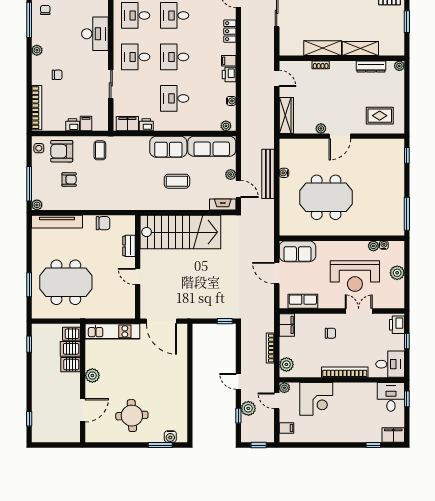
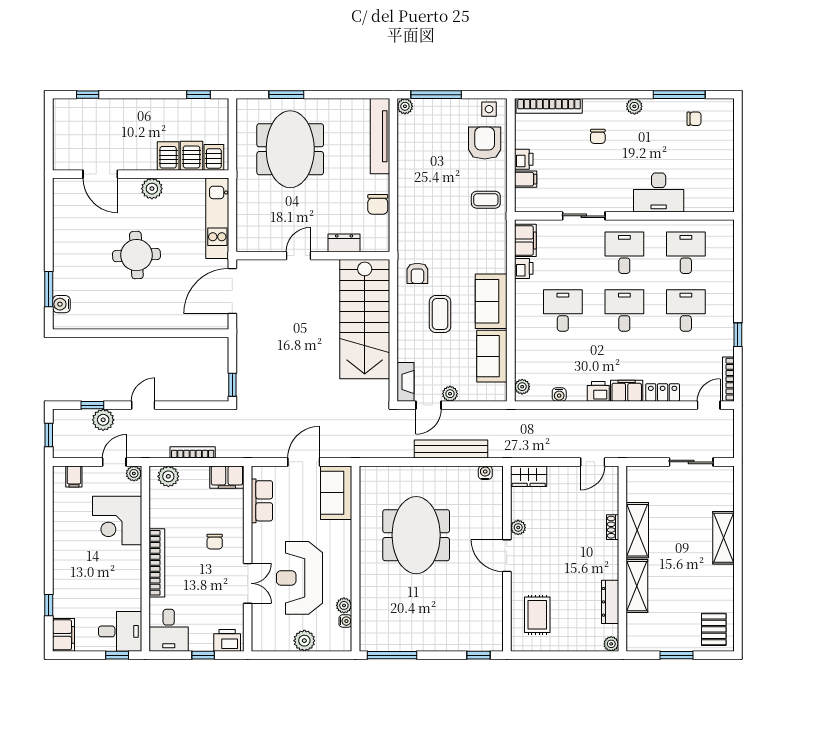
filing cabinet: (229, 61) -> (627, 391), width x2.00
wardrobe: (286, 115) -> (529, 476), width x0.67
sofa: (212, 146) -> (492, 356), width x0.73
water cooler: (284, 173) -> (485, 473), moved
armchair: (69, 180) -> (417, 273), moved
round table: (132, 416) -> (136, 255), moved

